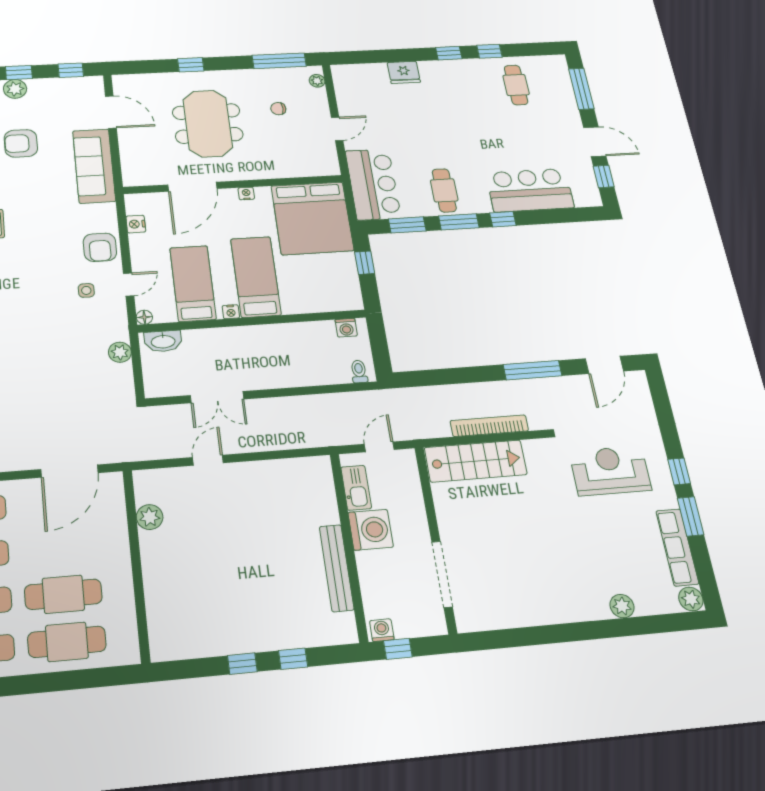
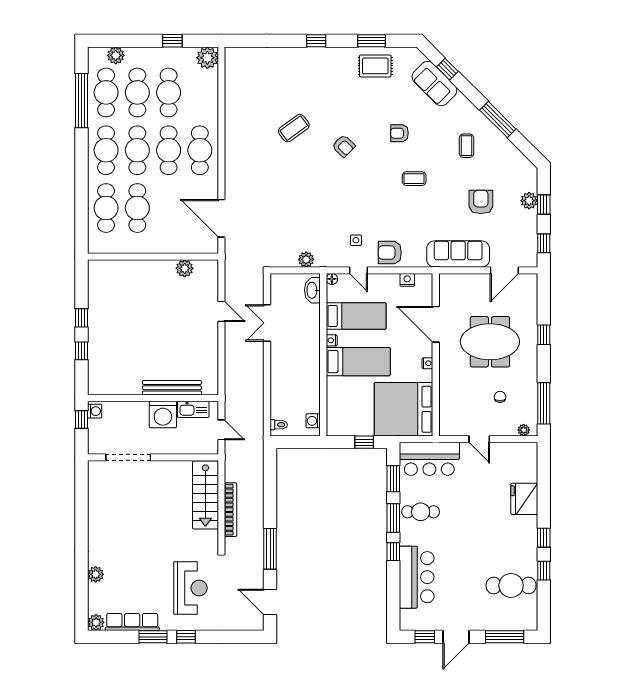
fridge: (404, 72) -> (524, 499), width x1.36, depth x1.34
cafe table: (516, 85) -> (511, 585), width x1.37, depth x1.35
bench: (337, 568) -> (172, 388), moved

